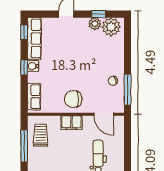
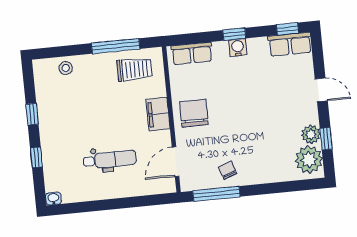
row of seats: (34, 38) -> (290, 44), width x0.68

